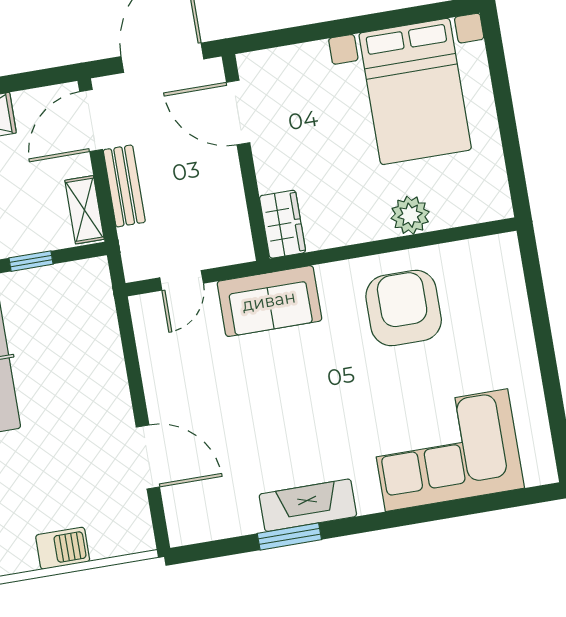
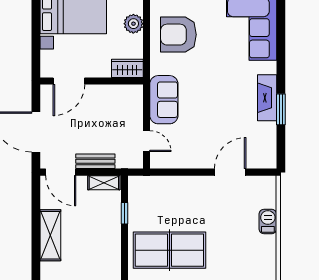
door: (238, 113) -> (69, 81), moved
wall: (246, 158) -> (92, 81), moved
wardrobe: (283, 224) -> (127, 68), moved

